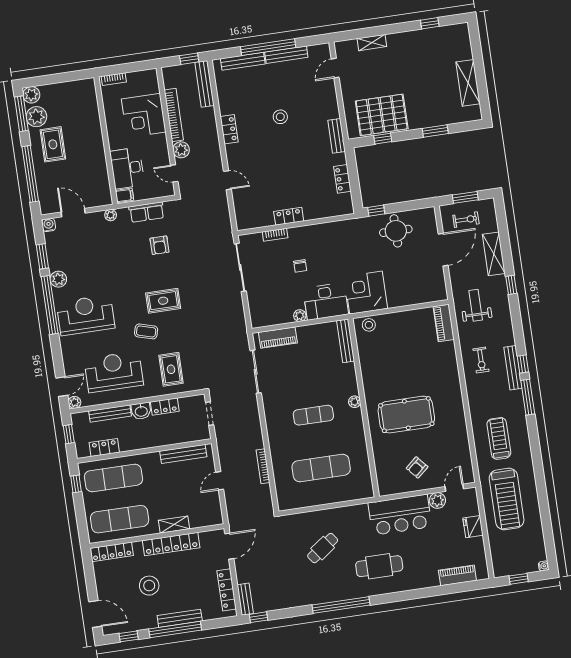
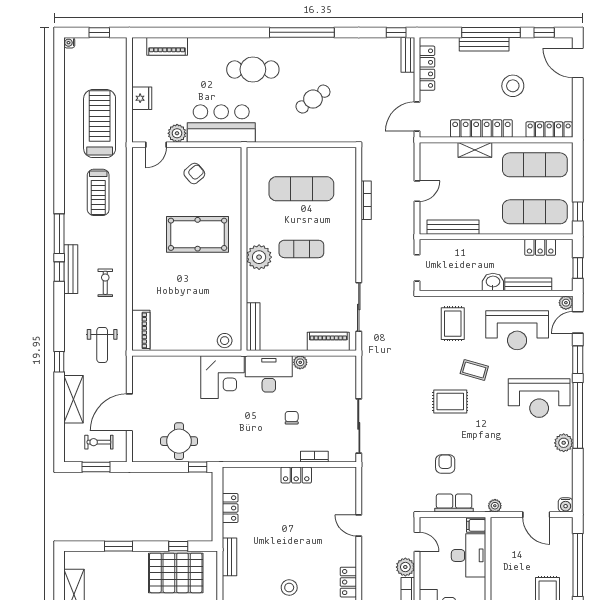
window: (42, 256) -> (578, 360), moved
plant: (355, 402) -> (259, 257), width x1.88, depth x1.88
locker: (165, 406) -> (466, 283), removed

